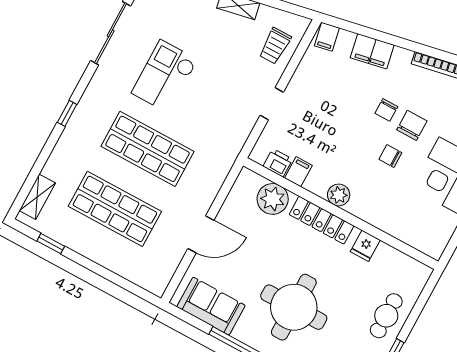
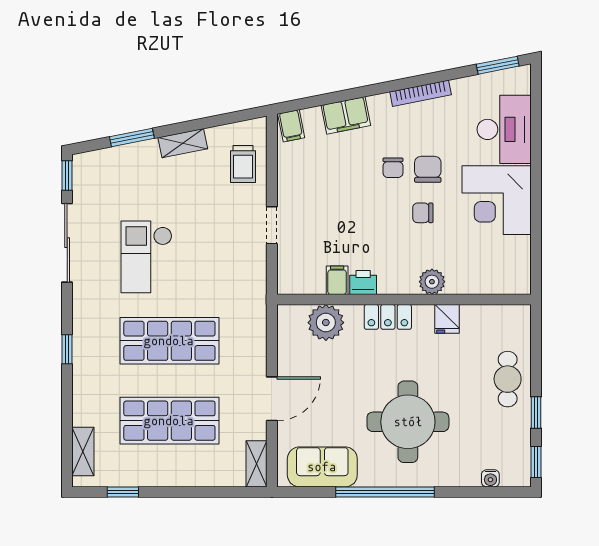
printer: (278, 163) -> (363, 282), moved
plant: (339, 195) -> (432, 282), moved
locker: (322, 220) -> (388, 317), width x0.66
shelving: (163, 277) -> (257, 464), added

